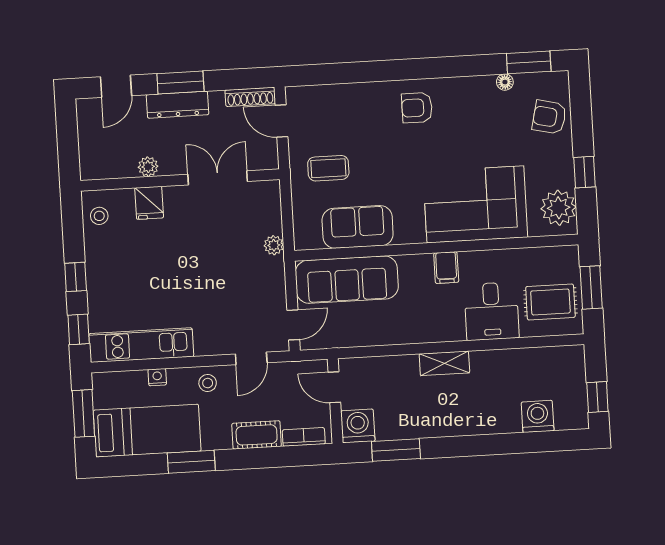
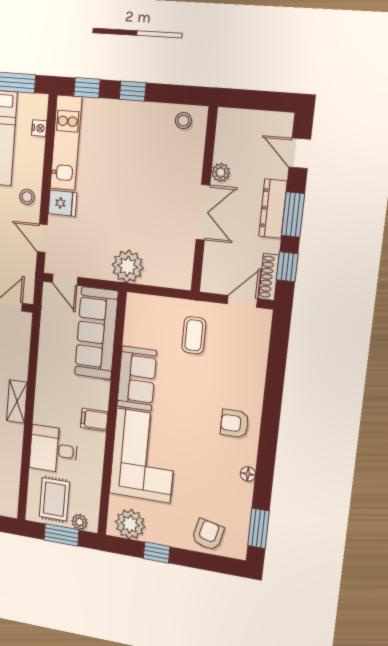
window: (236, 79) -> (287, 267), added
floor lamp: (505, 82) -> (248, 474), moved
armchair: (417, 108) -> (235, 424), turned -90
double door: (218, 178) -> (203, 212), moved
fridge: (149, 203) -> (63, 203), moved, turned 180
sofa: (358, 227) -> (137, 378), moved
plant: (274, 245) -> (128, 266), width x1.87, depth x1.87
plant: (570, 268) -> (80, 522), added
nightstand: (157, 377) -> (39, 128), moved

